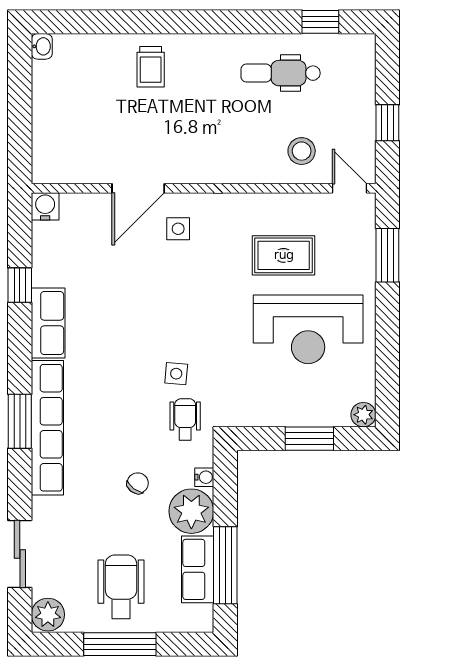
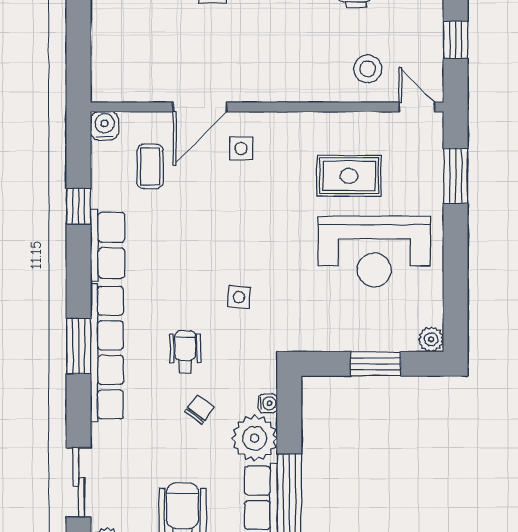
coffee table: (89, 246) -> (150, 166), added
wheelchair: (185, 419) -> (185, 352), moved

